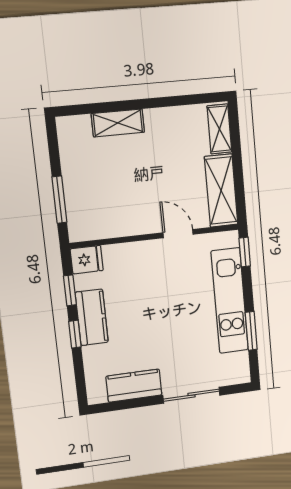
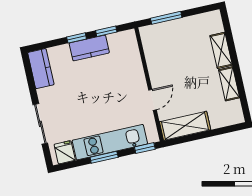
shelving: (219, 129) -> (229, 84), moved, turned 90
fridge: (87, 260) -> (65, 152), moved, turned 180
window: (251, 331) -> (104, 157), moved
kitchen counter: (134, 386) -> (41, 69), moved

